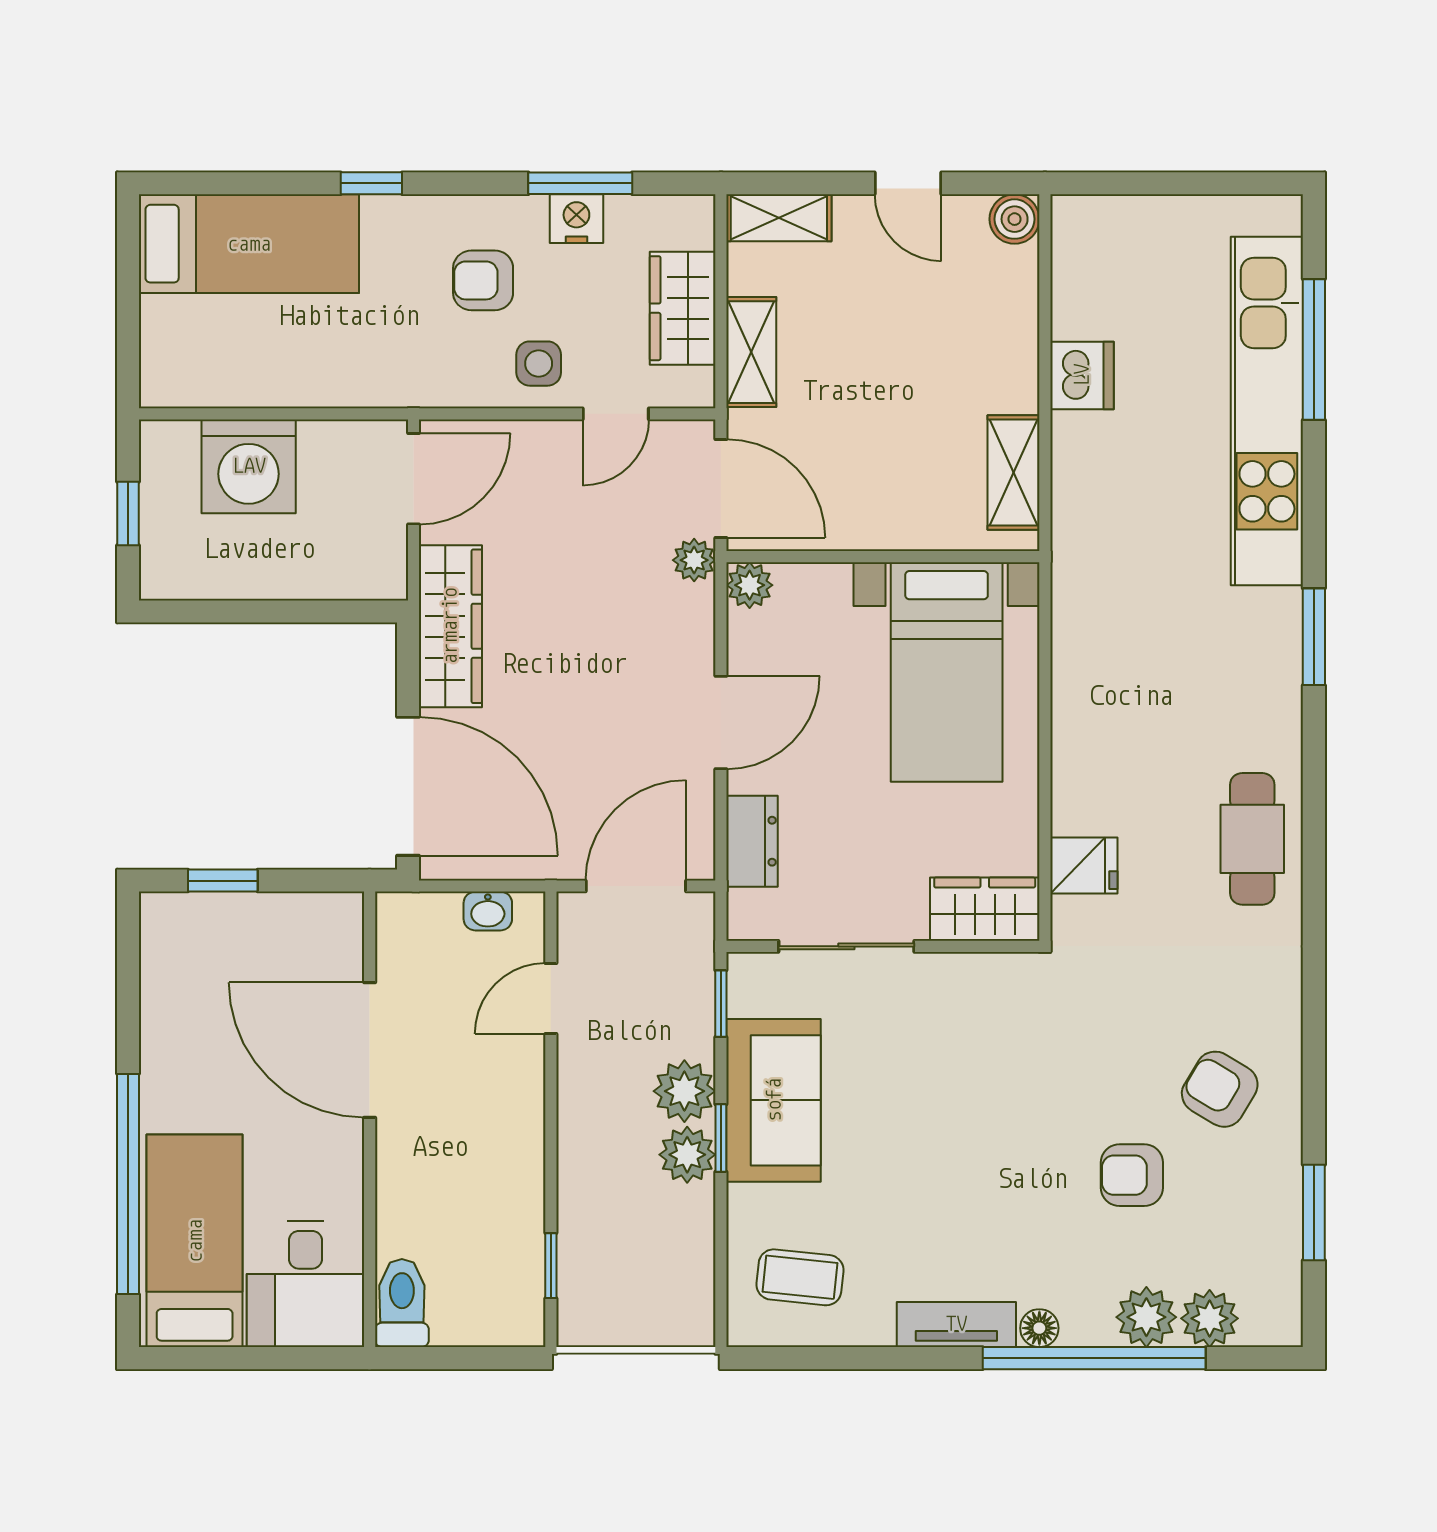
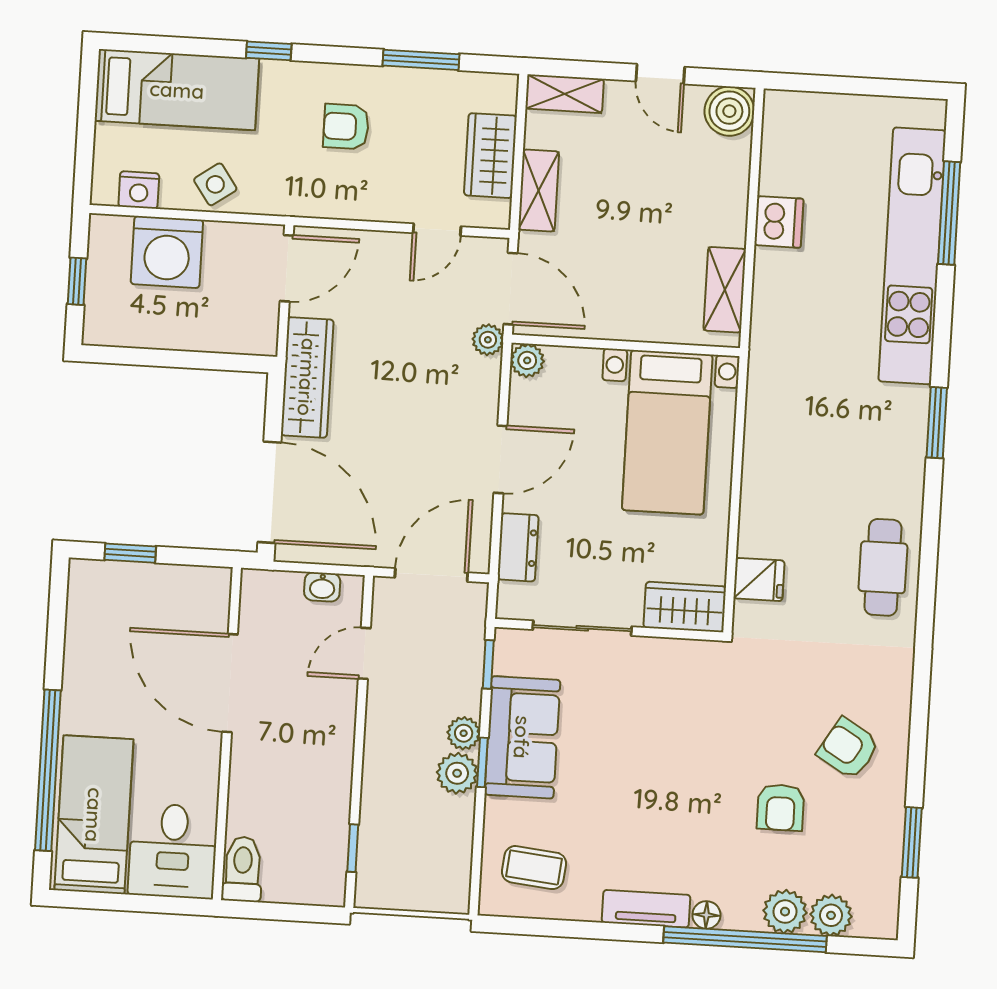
nightstand: (576, 219) -> (139, 190), moved, turned 180
boiler: (1015, 219) -> (729, 111), width x1.36, depth x1.36
side table: (539, 364) -> (215, 184), moved, turned -35
plant: (684, 1091) -> (464, 733), width x0.73, depth x0.73
armchair: (1132, 1175) -> (781, 807), turned -90

